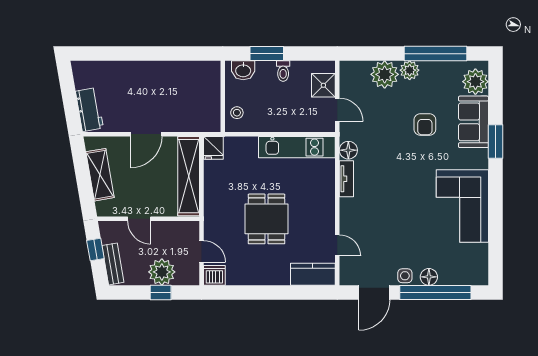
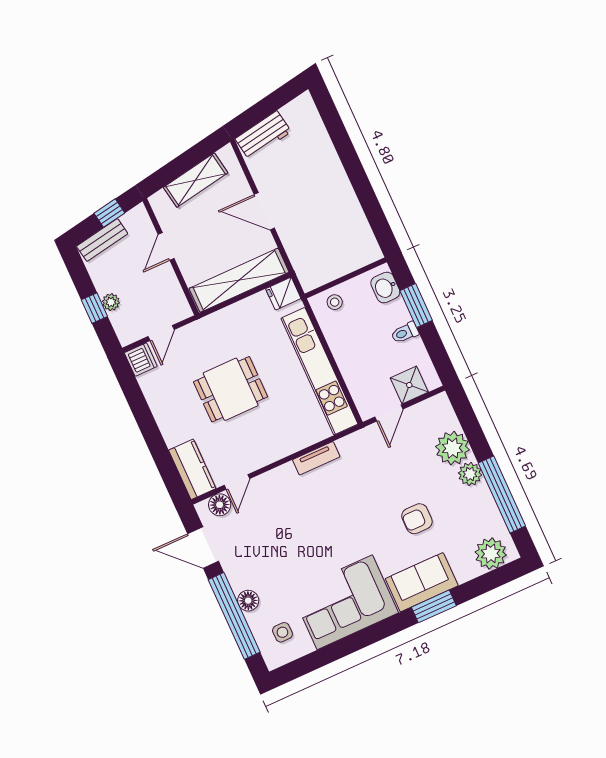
sofa: (473, 122) -> (422, 582), moved
kitchen unit: (297, 147) -> (319, 371), width x1.36
floor lamp: (348, 150) -> (220, 505), moved
plant: (162, 272) -> (111, 302), width x0.53, depth x0.53
side table: (405, 276) -> (282, 632), moved

